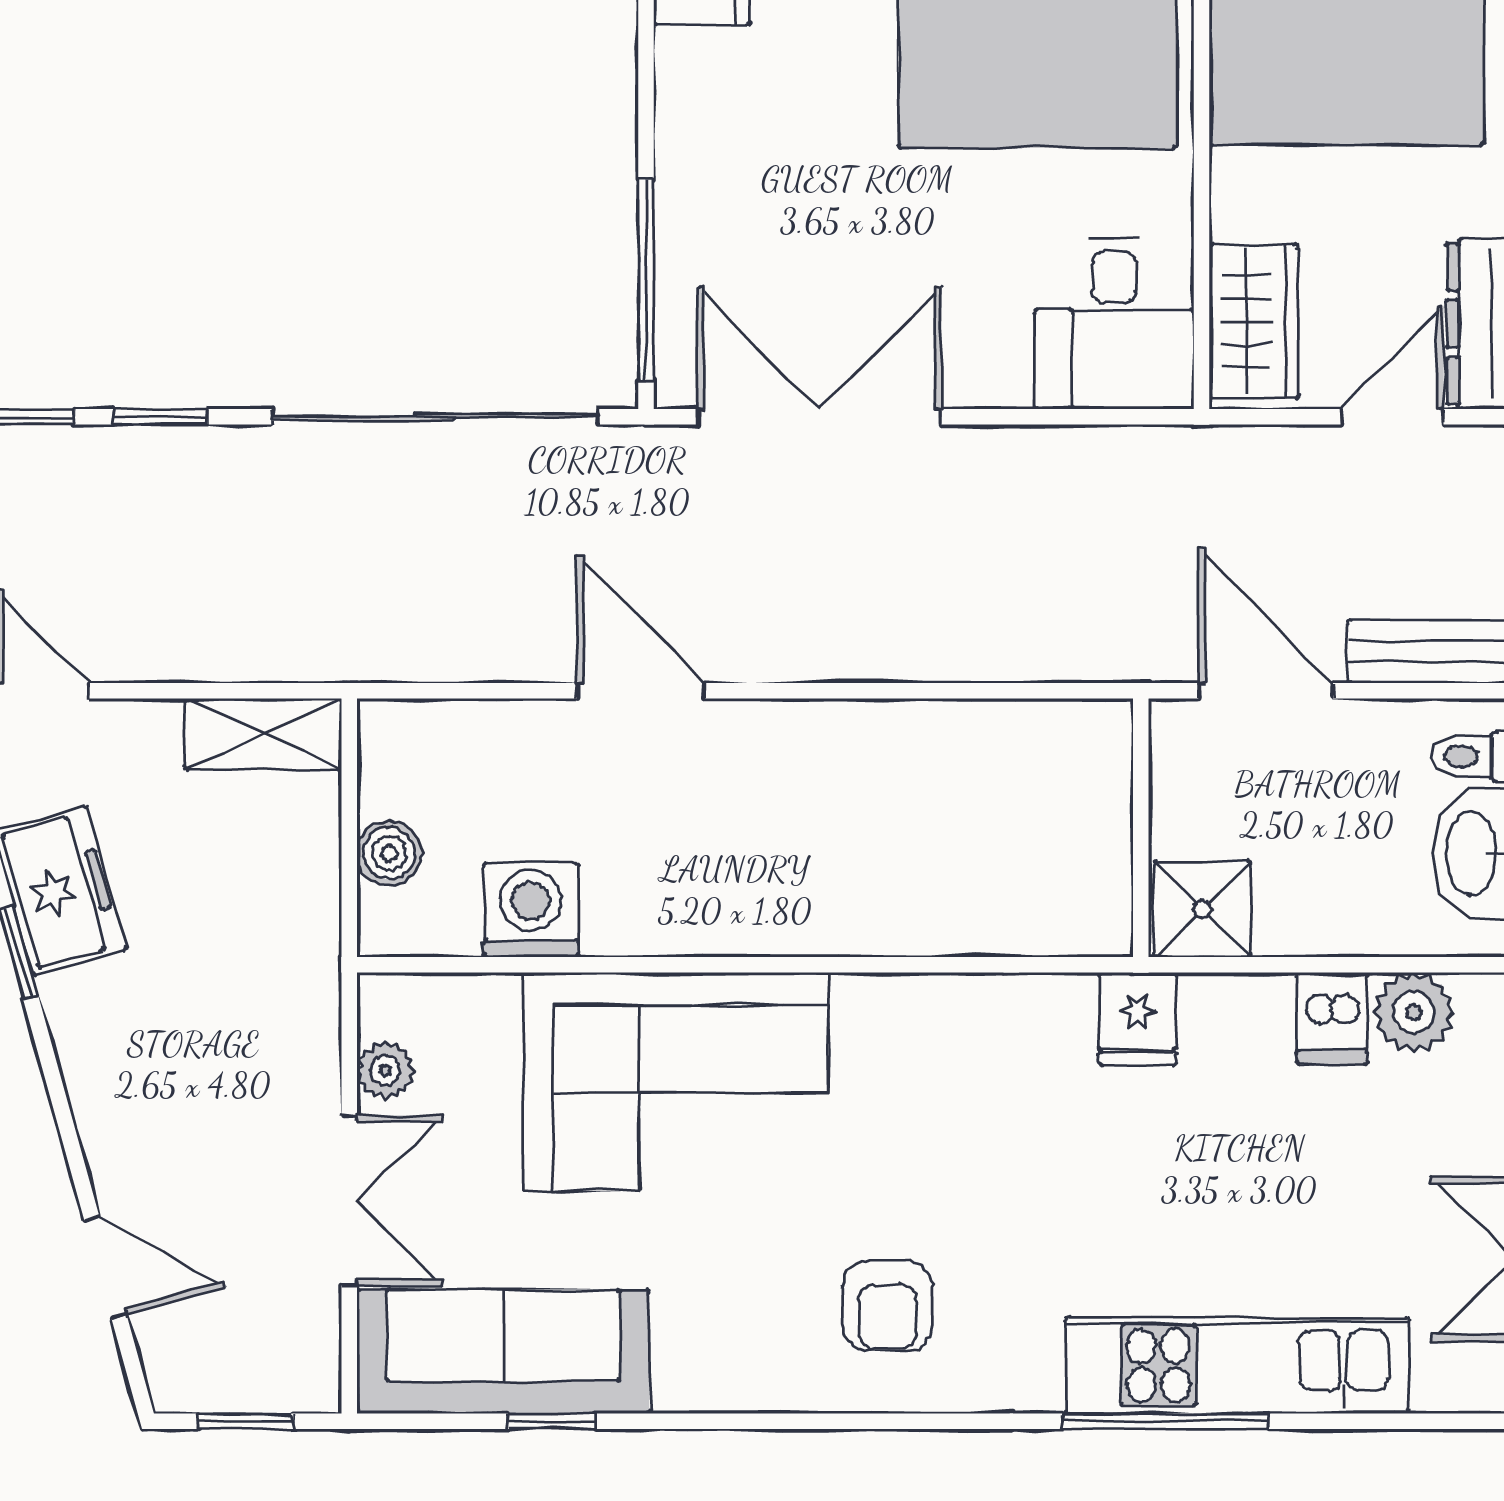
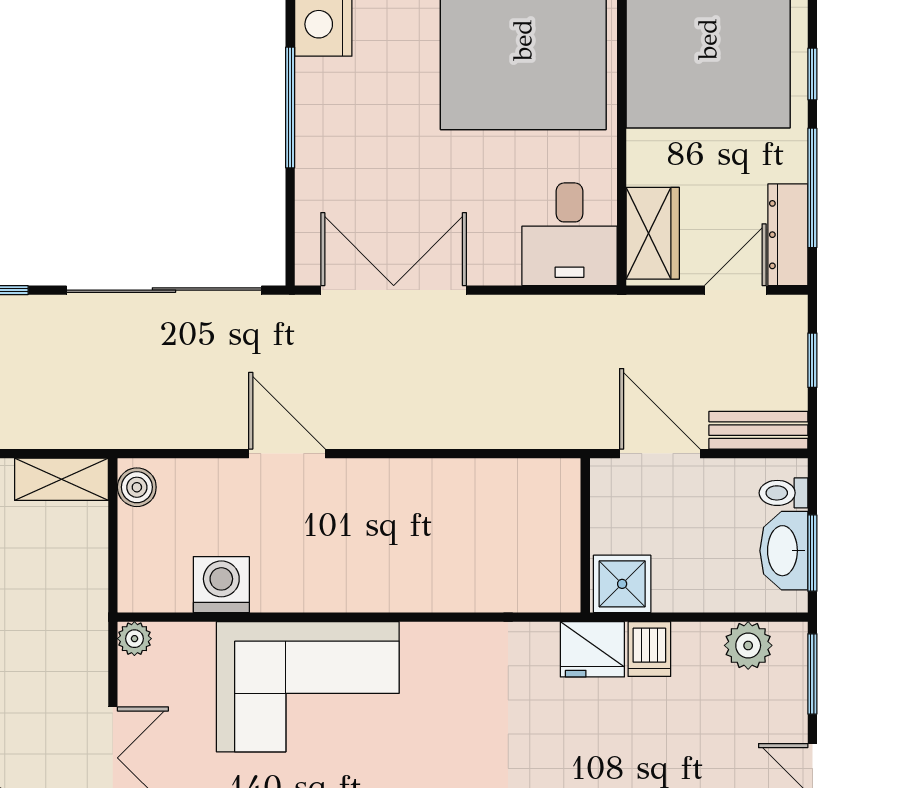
window: (646, 280) -> (290, 107), moved
boiler: (389, 853) -> (137, 487), moved
dishwasher: (1332, 1018) -> (649, 649), moved
fridge: (1138, 1019) -> (592, 649), width x1.38
plant: (385, 1070) -> (134, 639), moved

